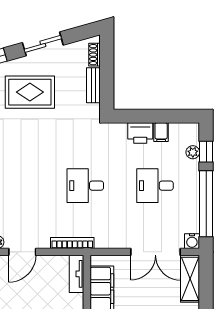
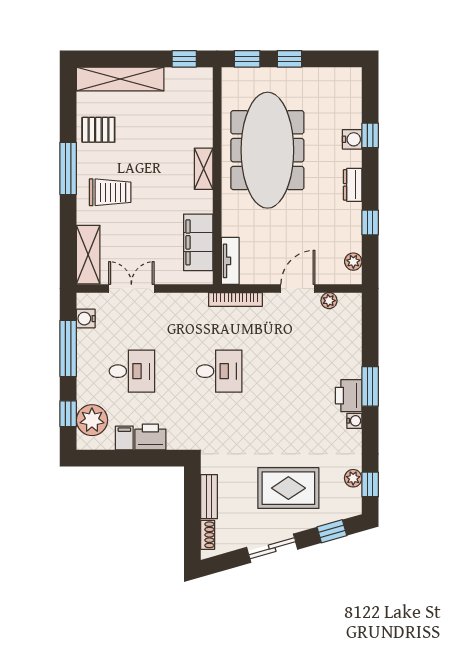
plant: (193, 152) -> (92, 420), width x1.88, depth x1.88
window: (206, 204) -> (68, 348), width x0.68
water cooler: (192, 241) -> (86, 319), moved, turned -90
double door: (155, 252) -> (131, 288), width x0.73

